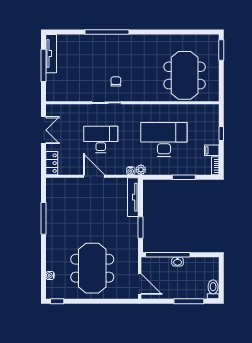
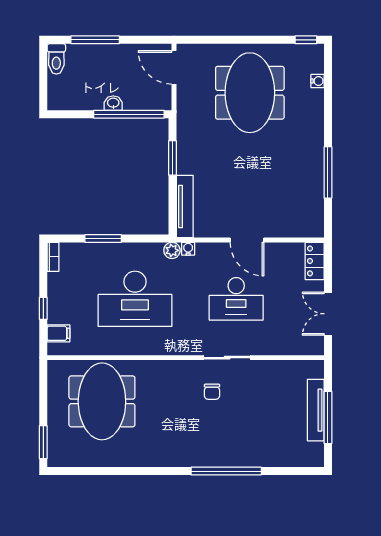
tv unit: (51, 54) -> (316, 410), moved
filing cabinet: (212, 150) -> (58, 333), moved

